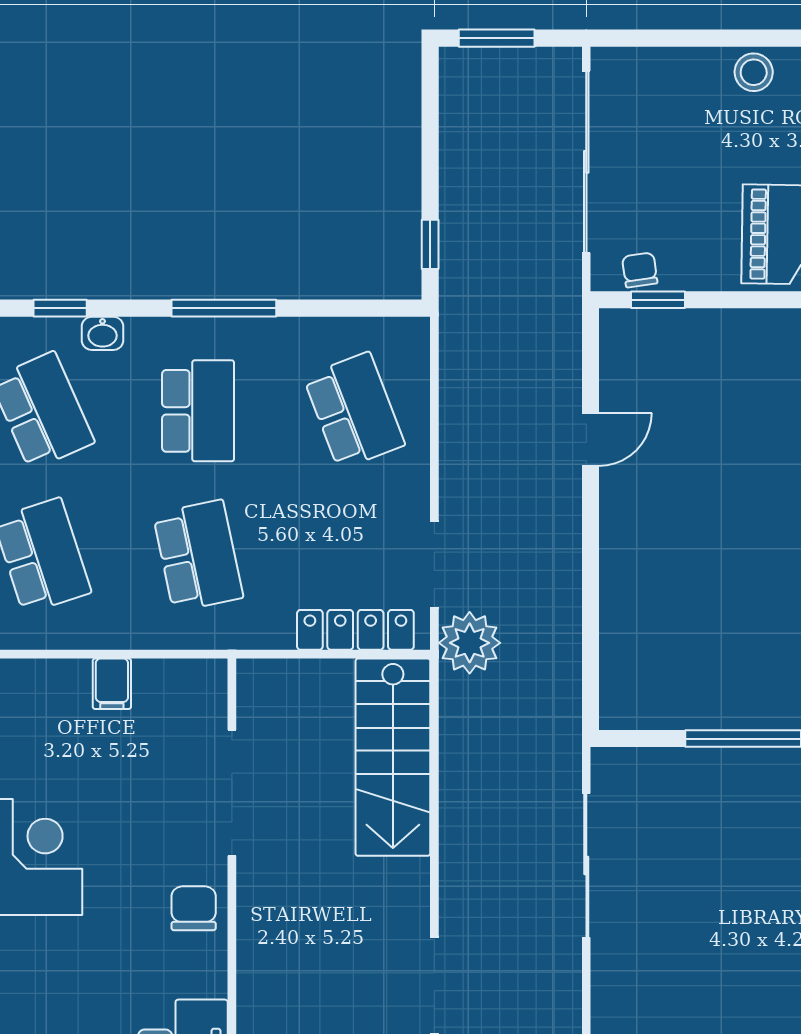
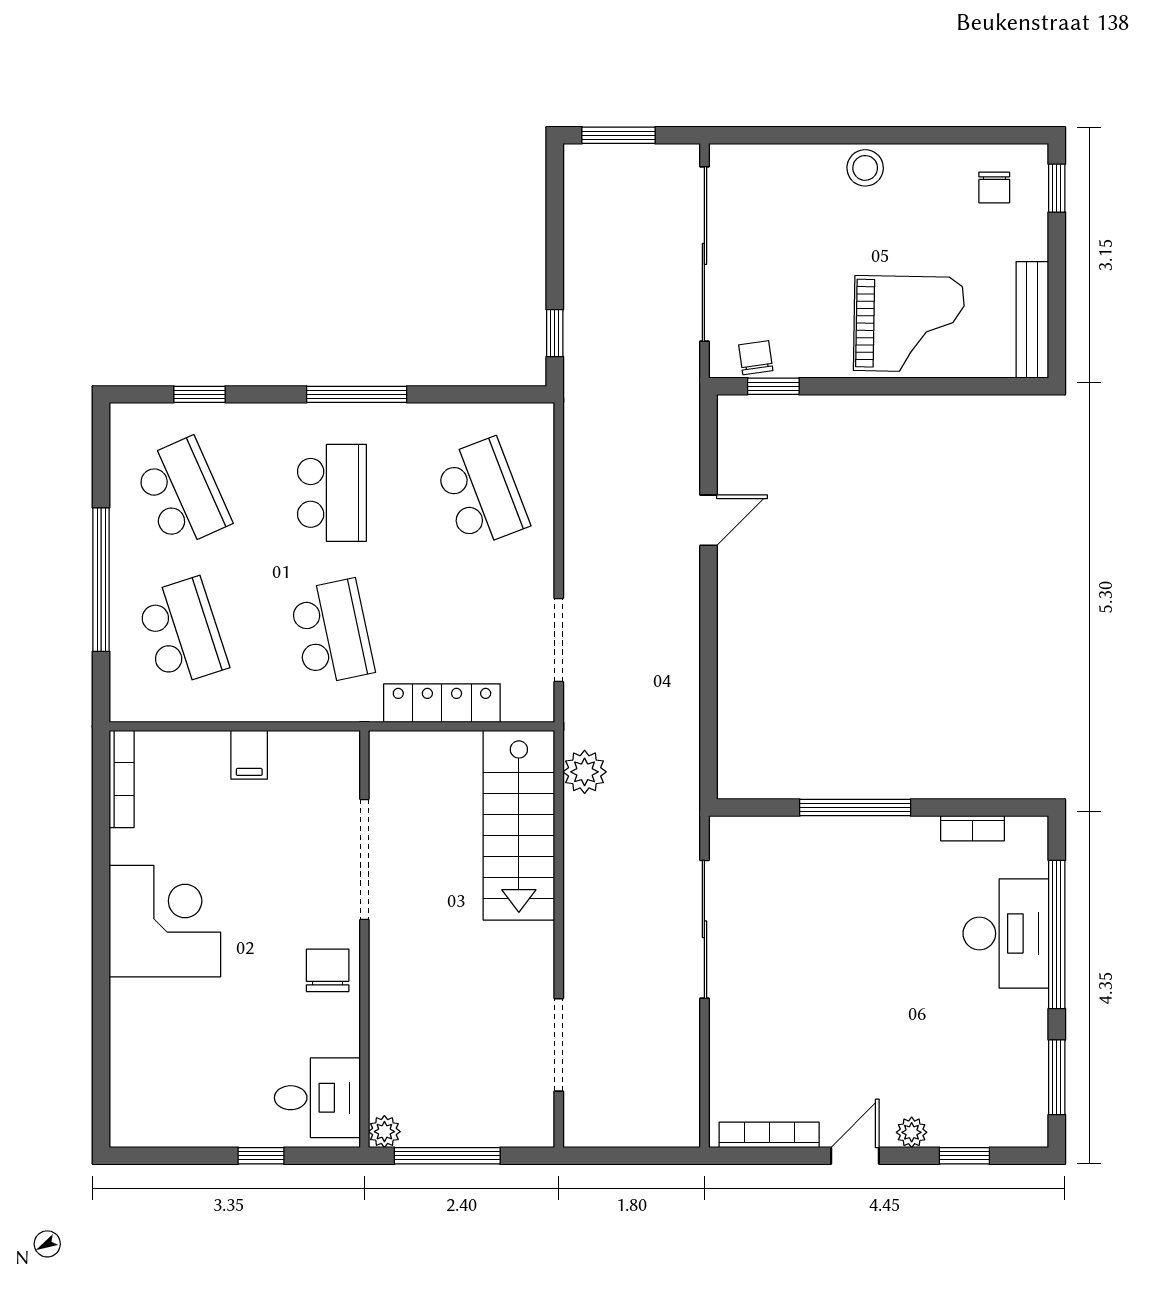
washbasin: (103, 333) -> (240, 419), removed
locker: (355, 630) -> (442, 703), moved
plant: (470, 643) -> (585, 772), moved, width x0.73, depth x0.73

